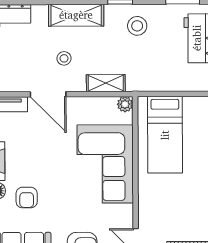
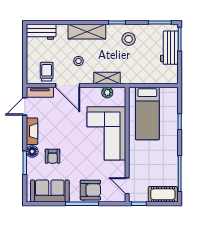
trolley: (18, 74) -> (47, 72), added
plant: (125, 104) -> (107, 93), moved

